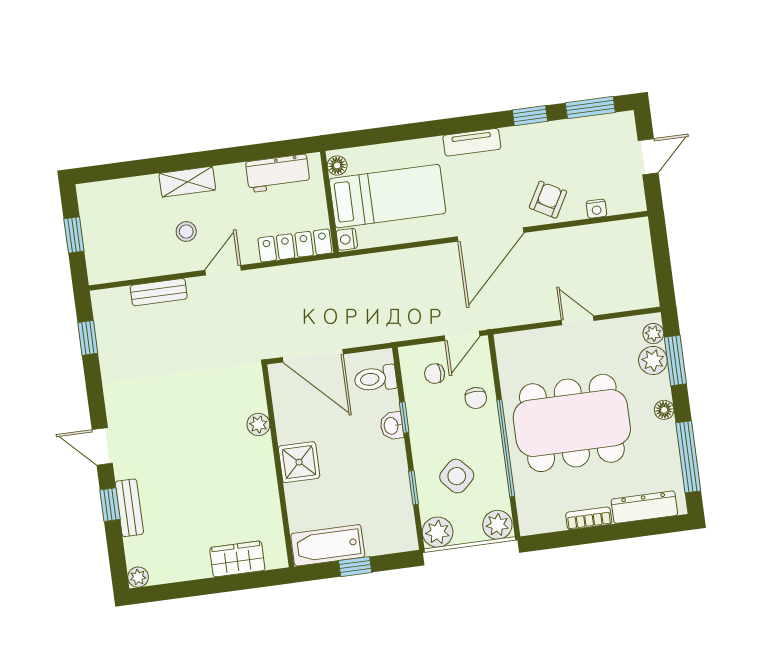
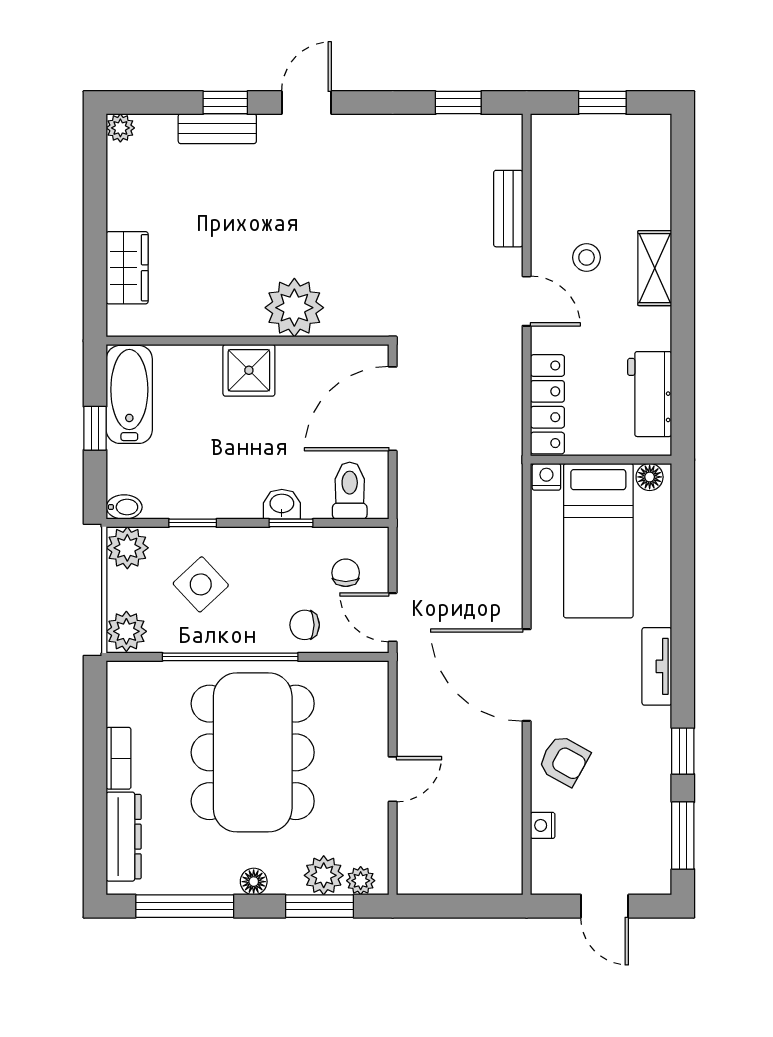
plant: (258, 425) -> (294, 308), width x1.87, depth x1.87
bidet: (409, 538) -> (124, 507), added

